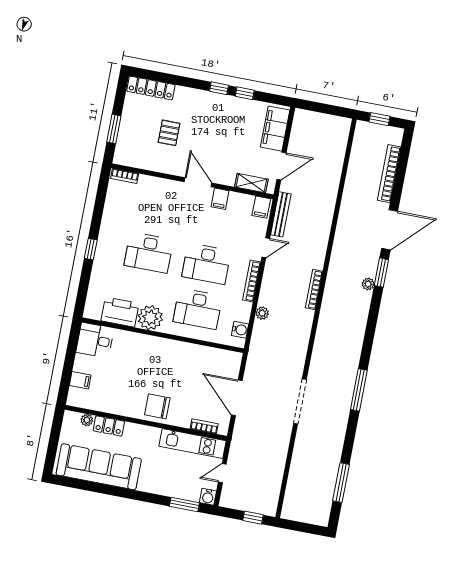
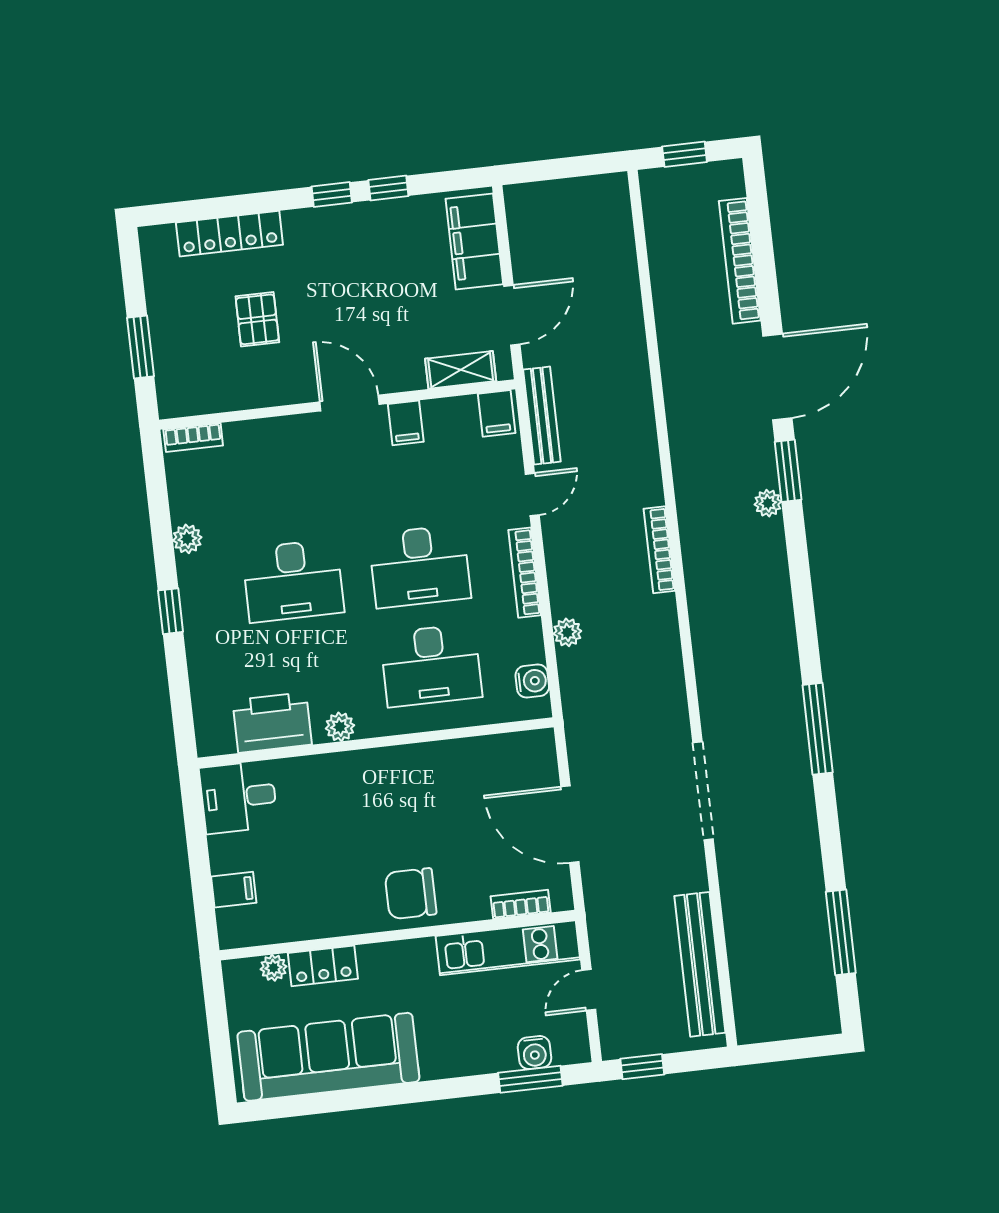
locker: (151, 88) -> (229, 234), moved
plant: (108, 220) -> (187, 539), added
plant: (150, 318) -> (340, 727), width x0.53, depth x0.53
bench: (275, 477) -> (700, 964), added
water cooler: (208, 497) -> (535, 1053), moved
window: (253, 518) -> (642, 1067), moved

